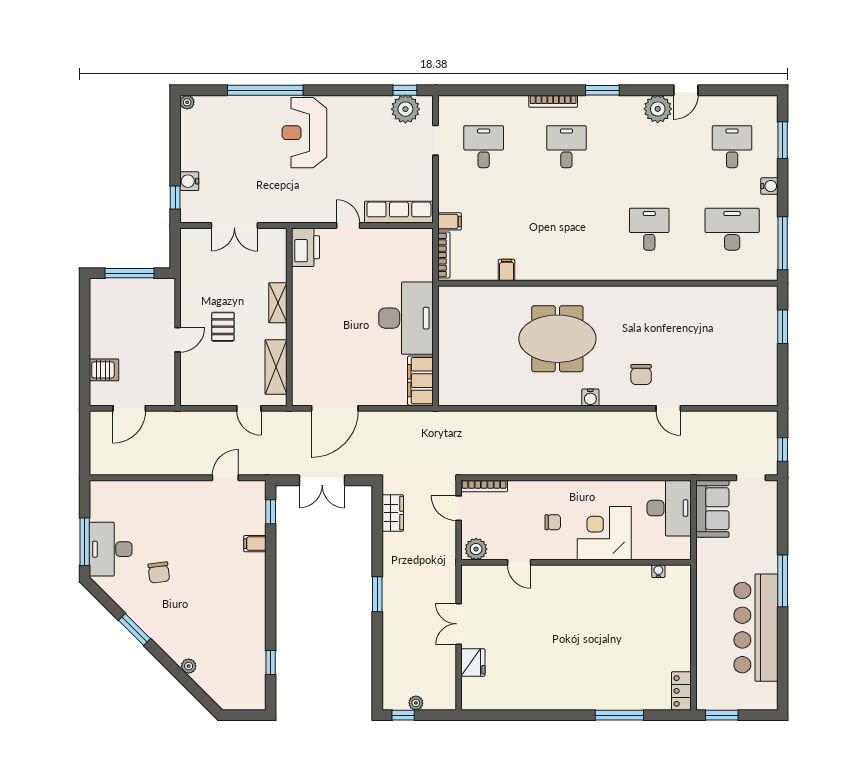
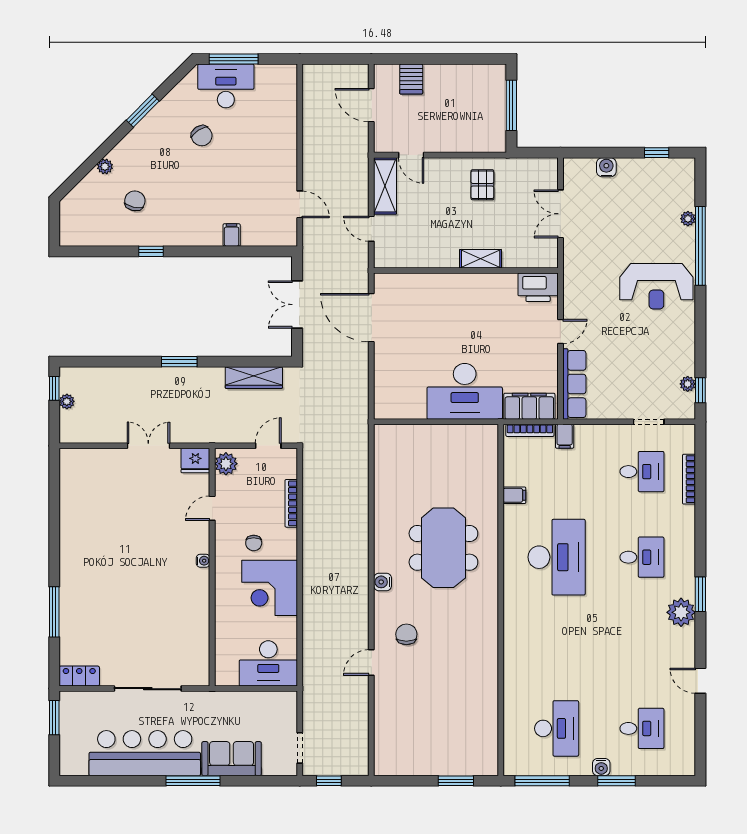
bookcase: (553, 101) -> (689, 479), moved
plant: (187, 102) -> (688, 219), moved
plant: (405, 109) -> (688, 384), width x0.53, depth x0.53
plant: (658, 109) -> (681, 612), moved
reception desk: (304, 133) -> (656, 286), turned 180
window: (783, 140) -> (616, 781), moved
window: (175, 198) -> (657, 153), moved
desk: (649, 229) -> (557, 557), moved, width x1.87, depth x1.30
pallet: (223, 327) -> (482, 185), moved, turned 90
door: (178, 340) -> (411, 155), moved
shelving: (276, 367) -> (385, 186), moved, turned 90
chair: (641, 375) -> (406, 634), turned 90
filing cabinet: (420, 381) -> (529, 406), moved
door: (249, 408) -> (371, 229), hinge flipped
bookcase: (484, 486) -> (291, 503), moved
sofa: (712, 509) -> (232, 759), moved, turned 180
window: (271, 512) -> (264, 251), removed
wardrobe: (393, 513) -> (254, 378), width x1.50
corner desk: (604, 533) -> (270, 588), moved, turned 180
water cooler: (658, 571) -> (203, 561), moved
chair: (159, 572) -> (202, 136), turned -116
sliding door: (694, 625) -> (148, 689), added
chair: (222, 637) -> (135, 201), added
window: (271, 663) -> (151, 251), moved
fridge: (473, 663) -> (195, 460), moved

